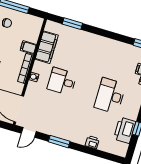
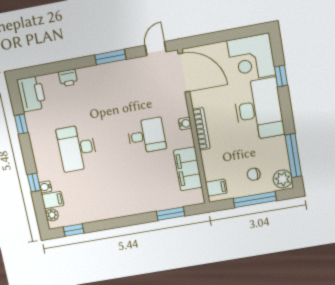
filing cabinet: (28, 47) -> (216, 188), moved
desk: (110, 96) -> (77, 148), turned 180
printer: (125, 130) -> (32, 94), moved

